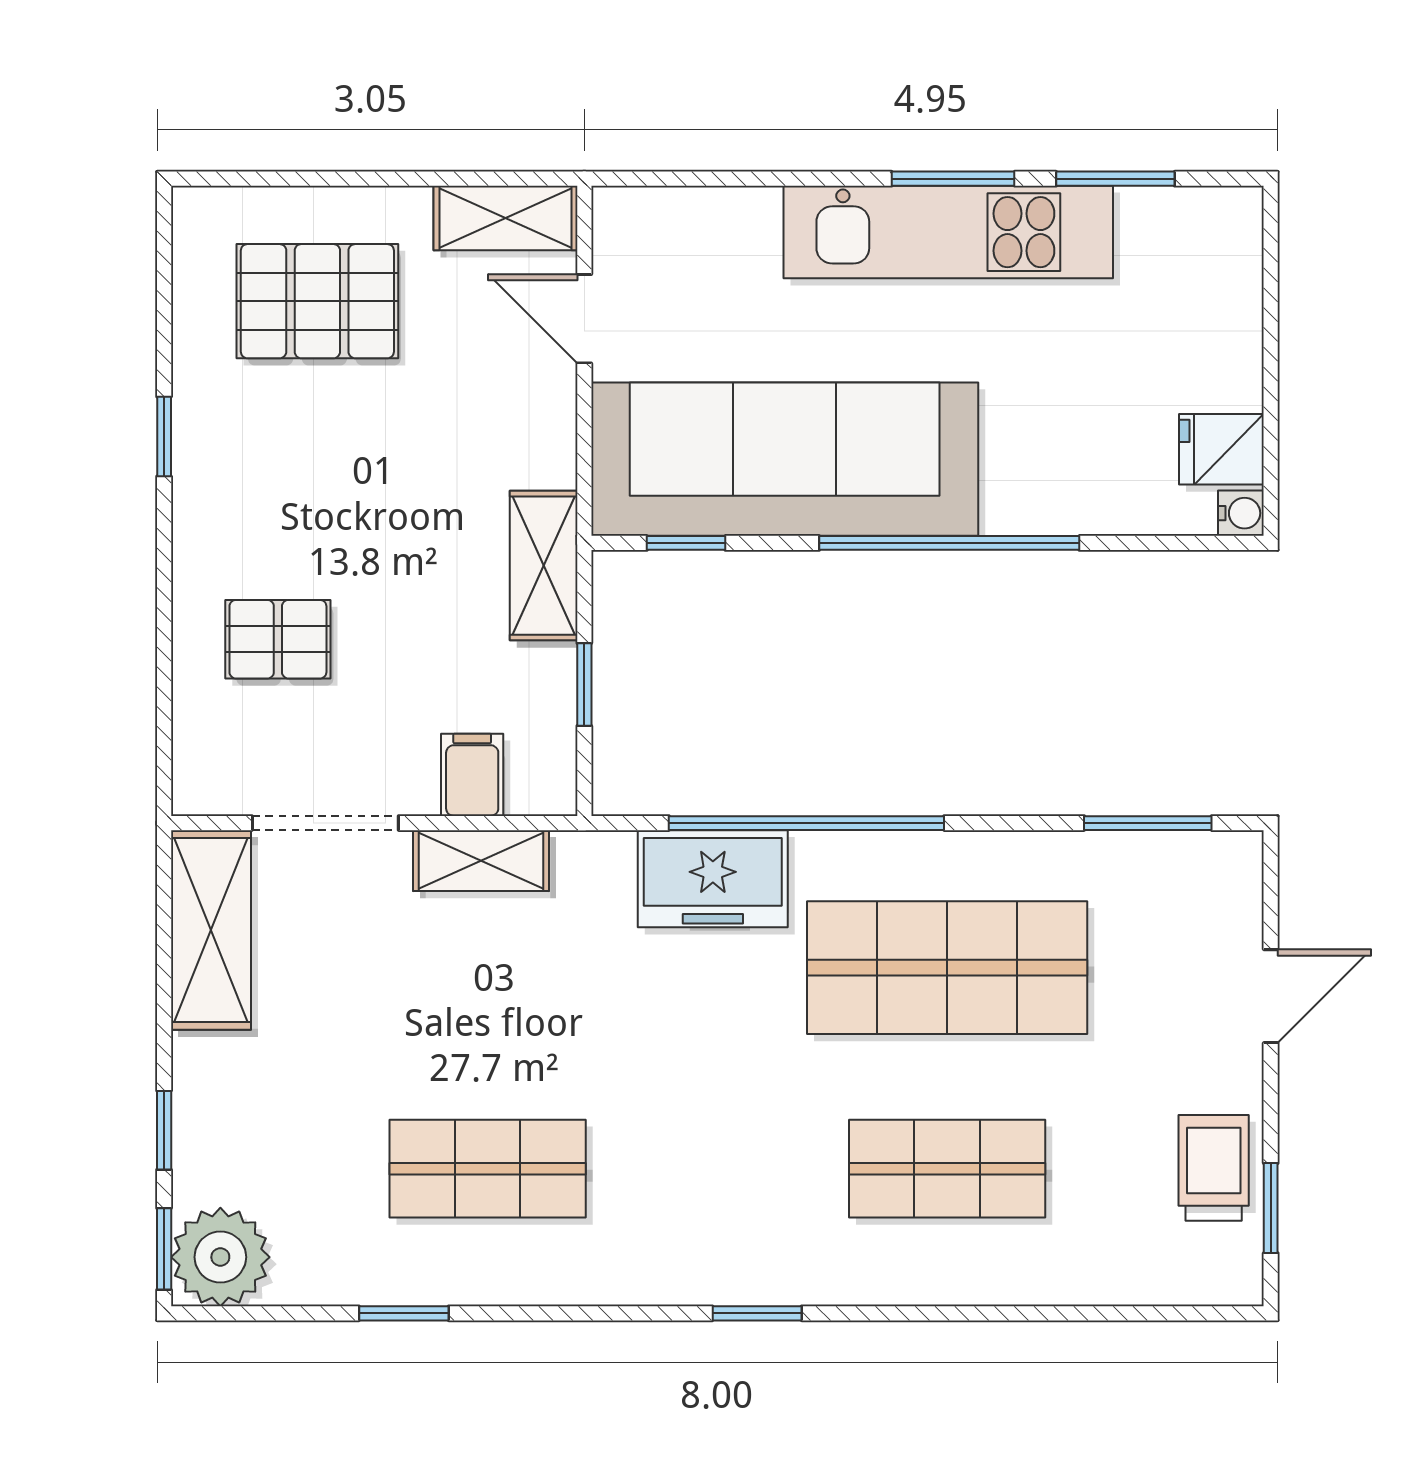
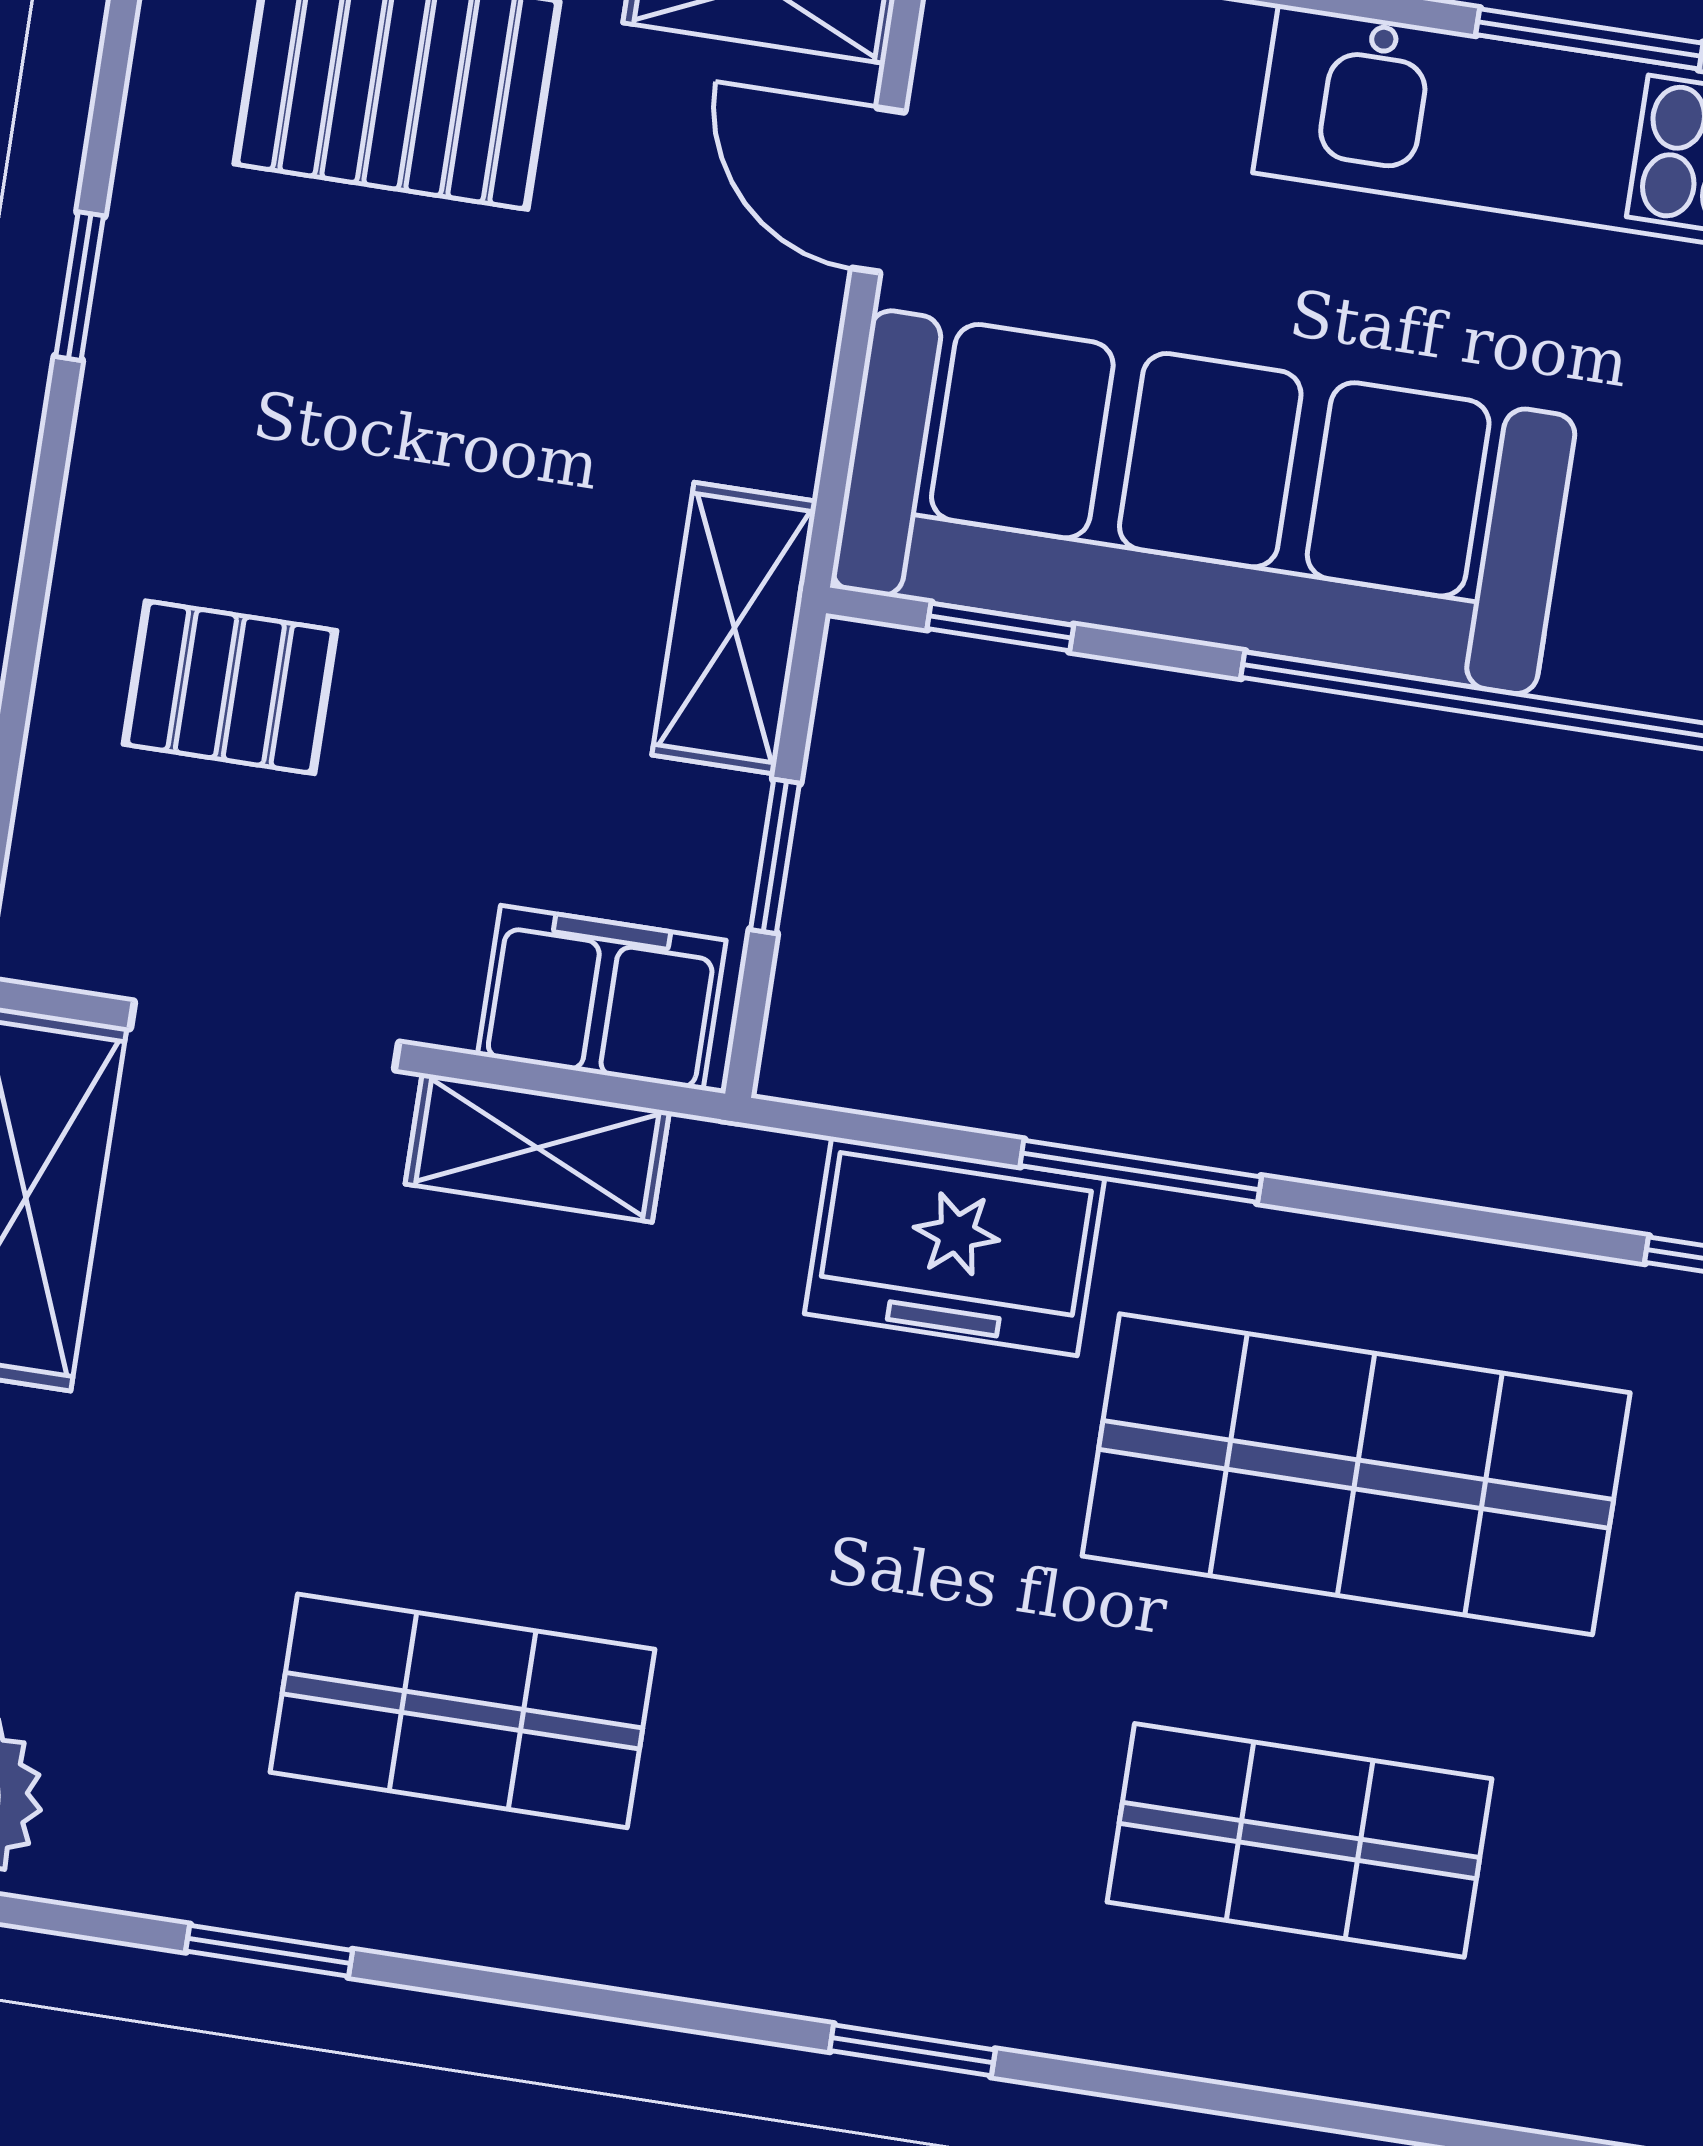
filing cabinet: (472, 775) -> (602, 998), width x2.00
window: (806, 823) -> (1141, 1171), width x0.47

